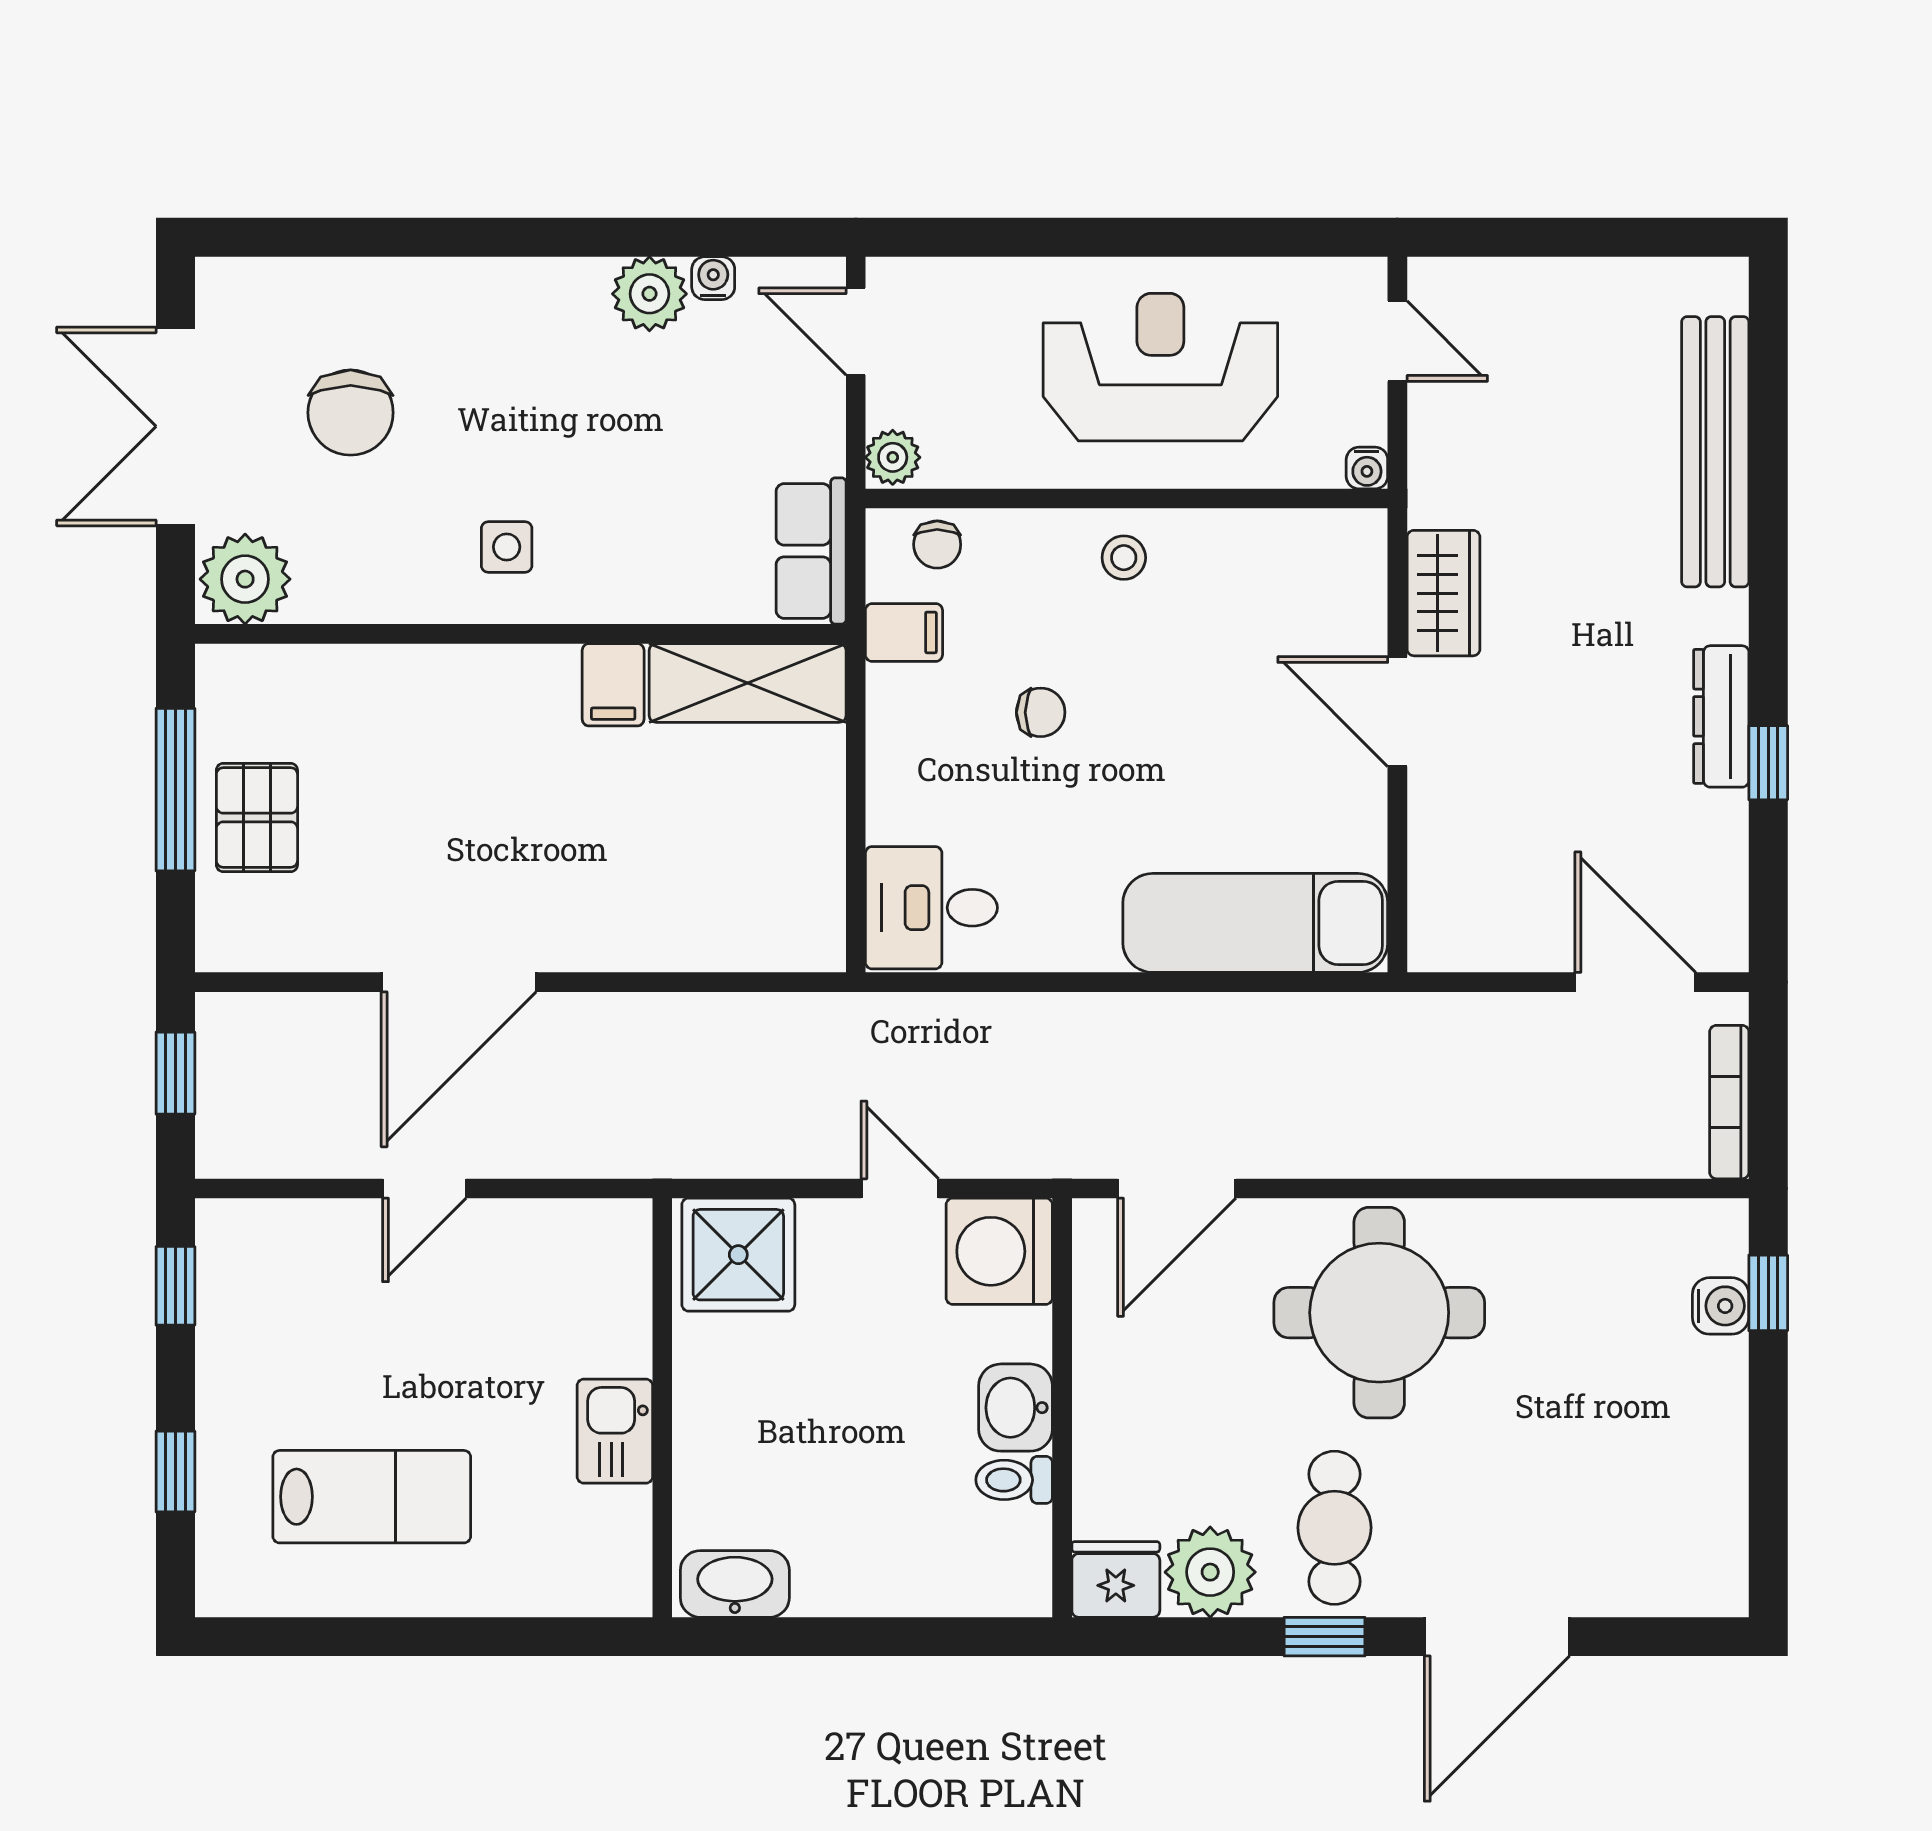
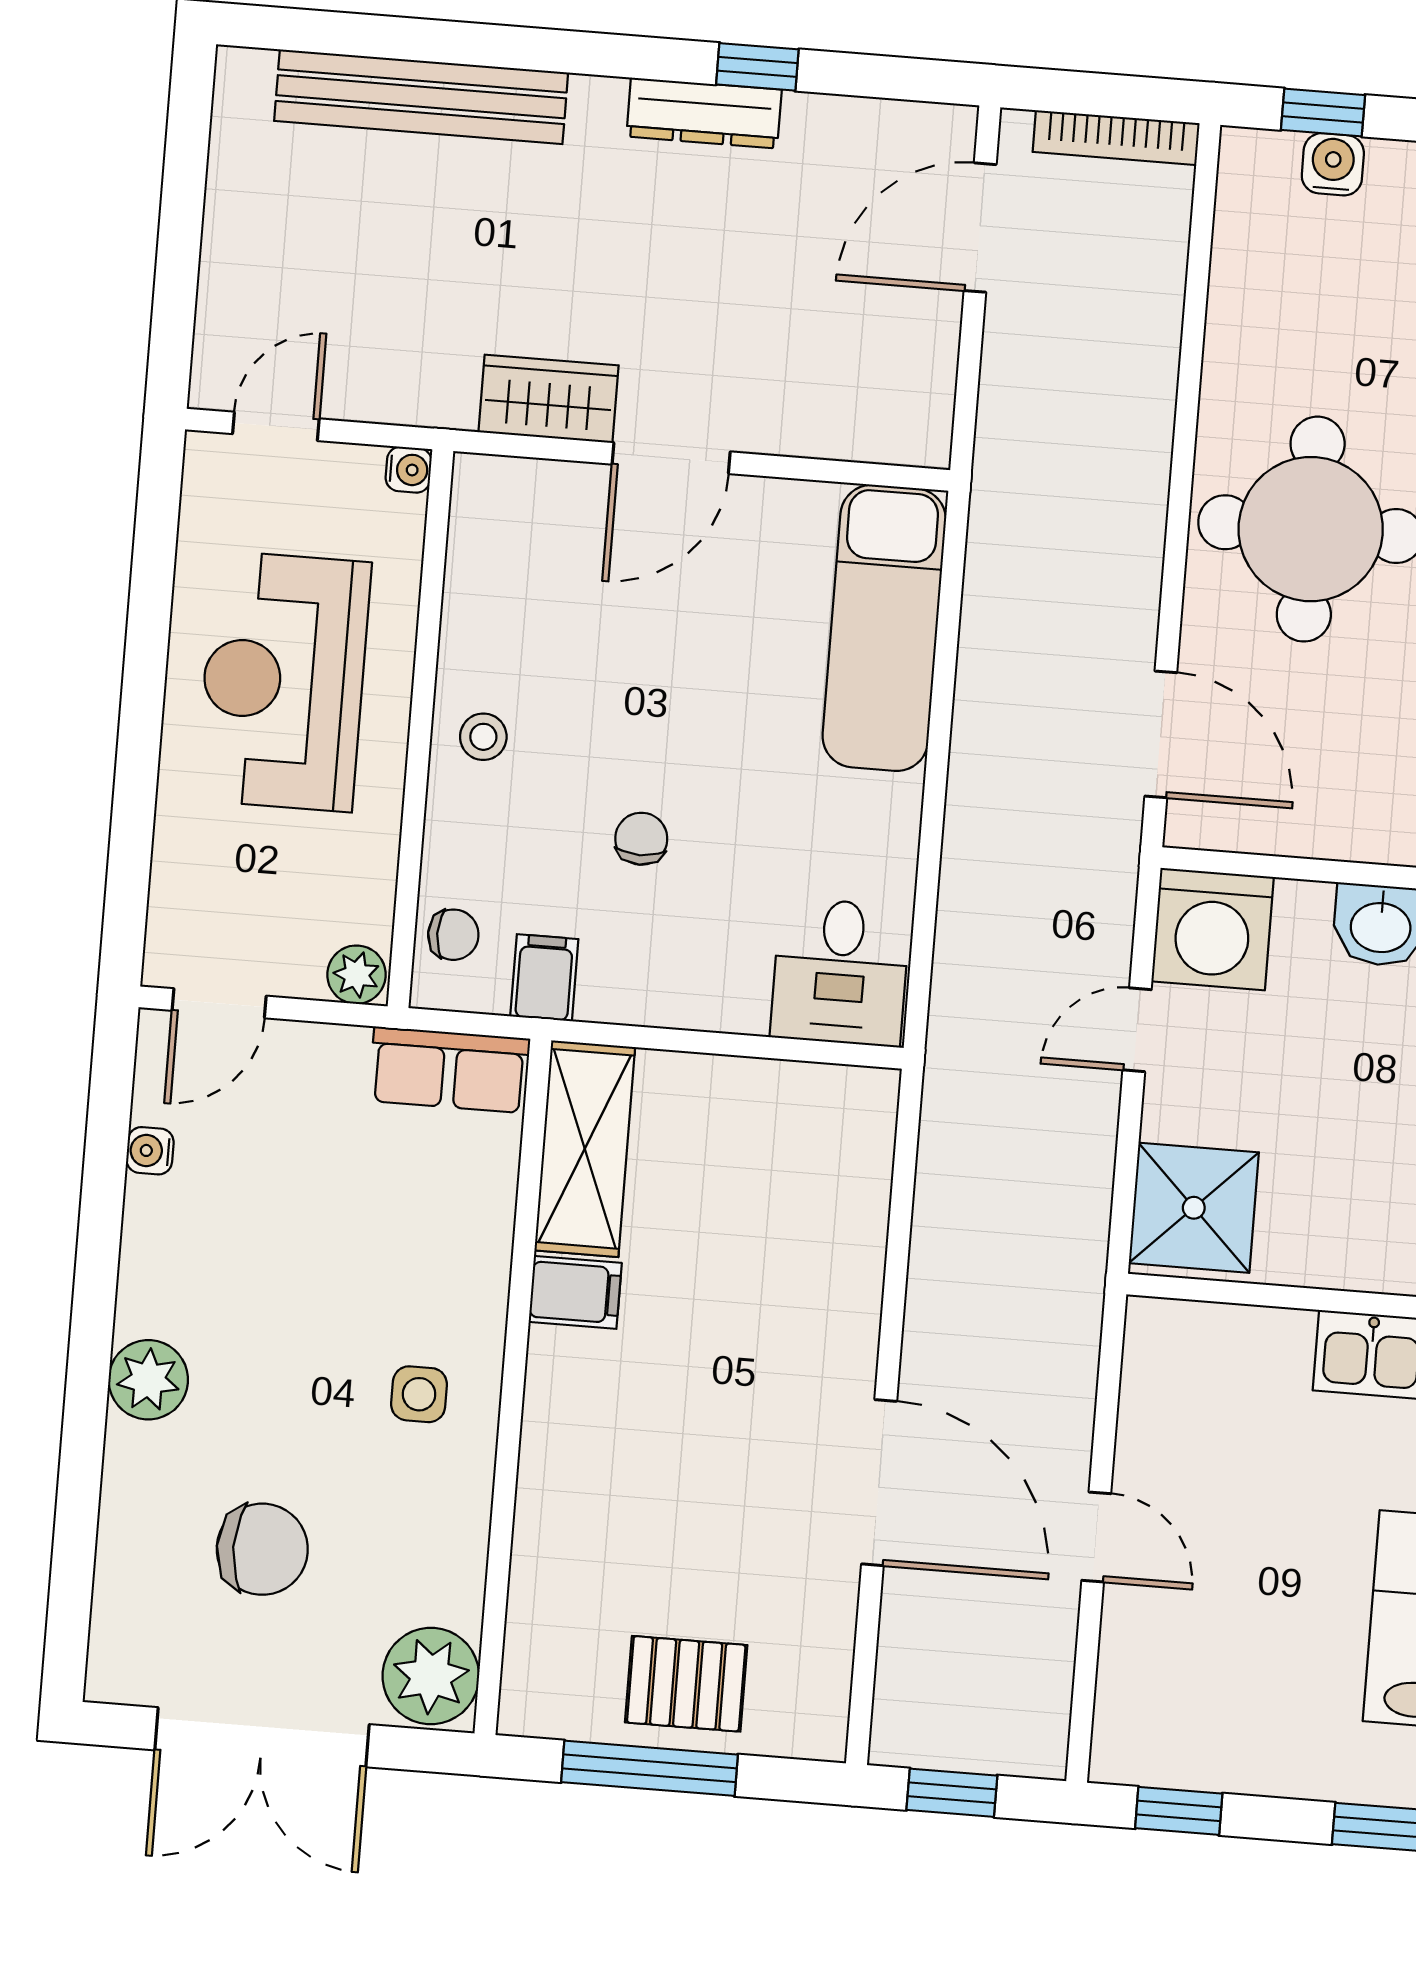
plant: (649, 294) -> (148, 1380), moved

